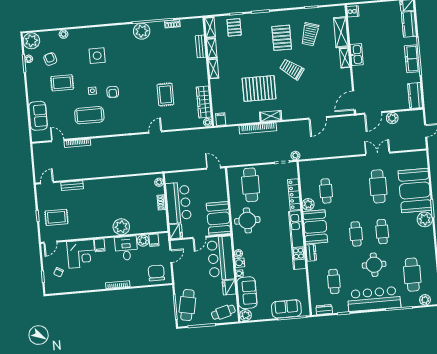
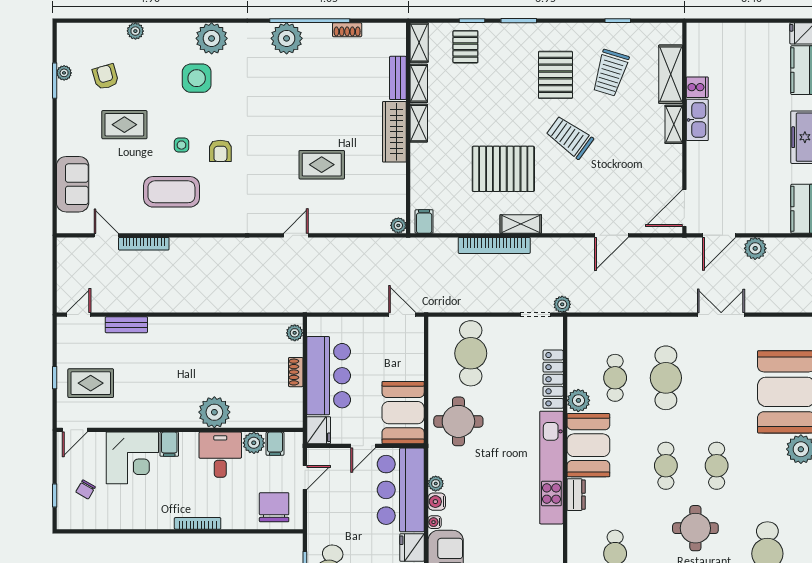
cooker: (353, 11) -> (697, 87), moved
plant: (31, 41) -> (212, 38), moved
rug: (165, 95) -> (322, 165), turned 90
wardrobe: (204, 102) -> (394, 132), moved
cafe table: (378, 186) -> (666, 378), moved

